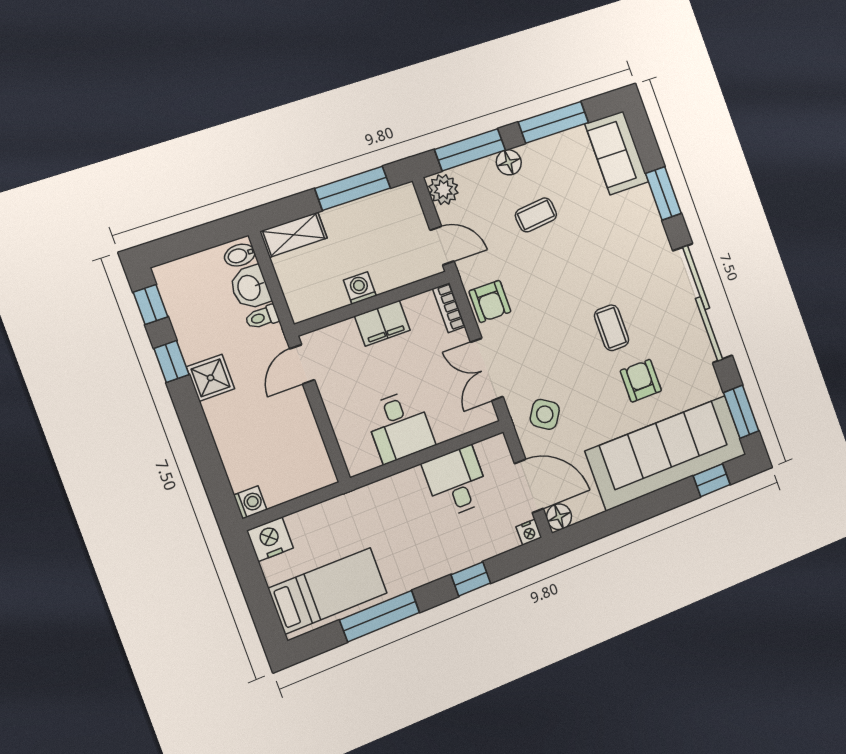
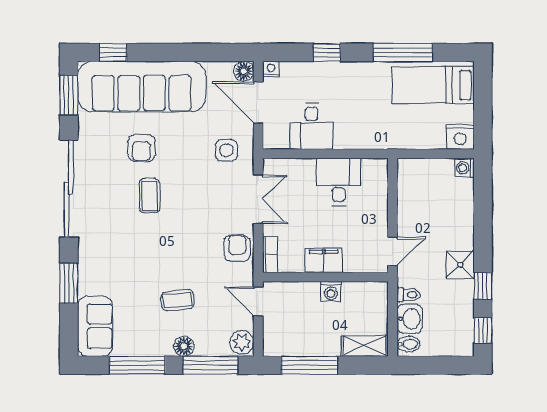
side table: (545, 414) -> (226, 150), turned -33

